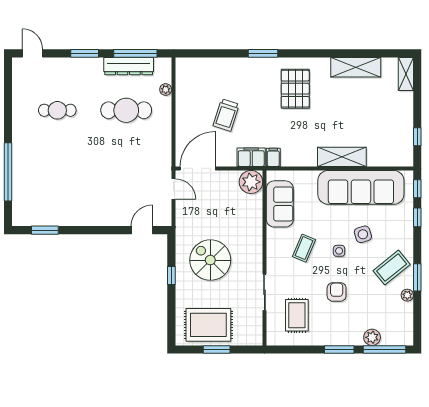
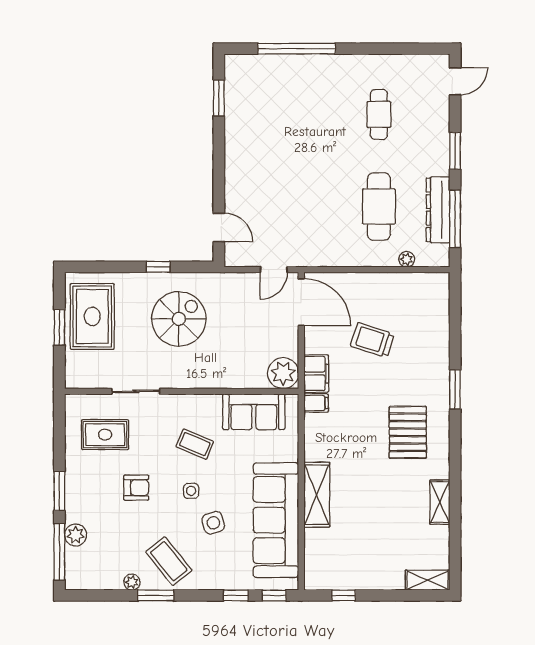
shelving: (356, 67) -> (440, 502), width x0.67, depth x0.75
pallet: (295, 89) -> (408, 432), turned 90

